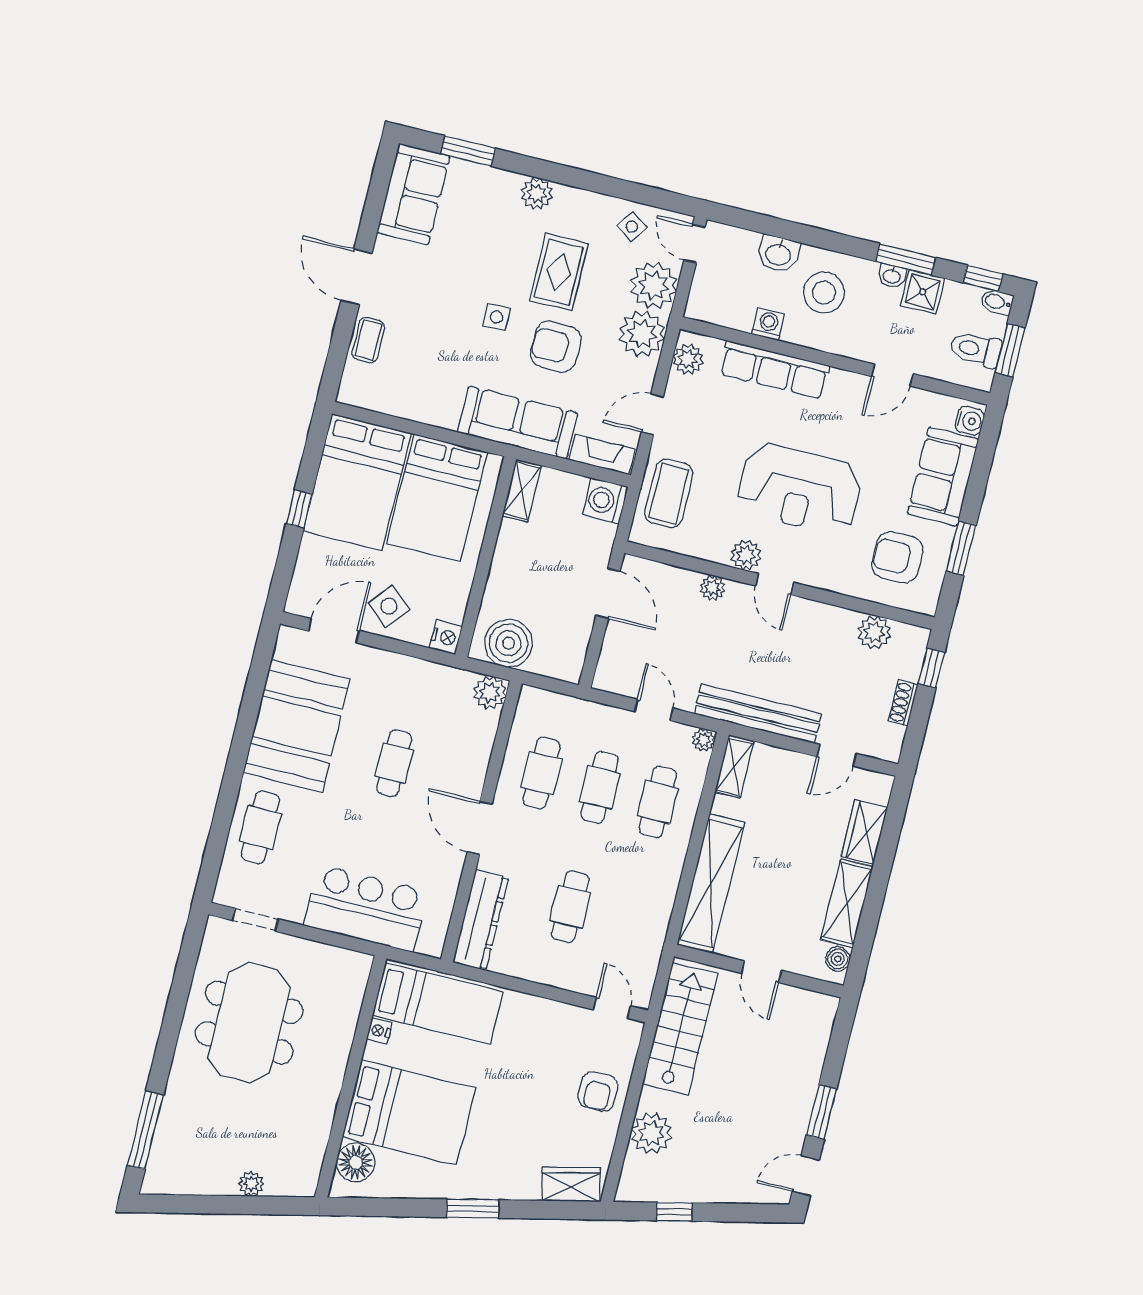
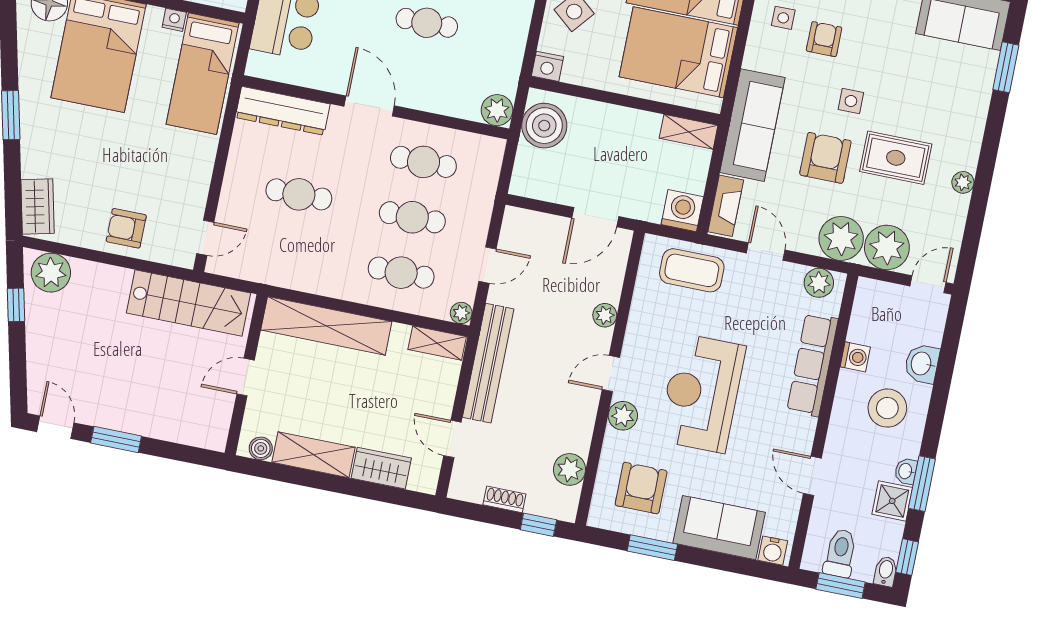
plant: (537, 194) -> (963, 182), moved, width x0.73, depth x0.73
side table: (632, 227) -> (783, 18), moved, turned -35
armchair: (430, 343) -> (824, 39), added
plant: (746, 555) -> (623, 416), moved
door: (480, 828) -> (369, 106), hinge flipped
plant: (651, 1133) -> (51, 273), moved

